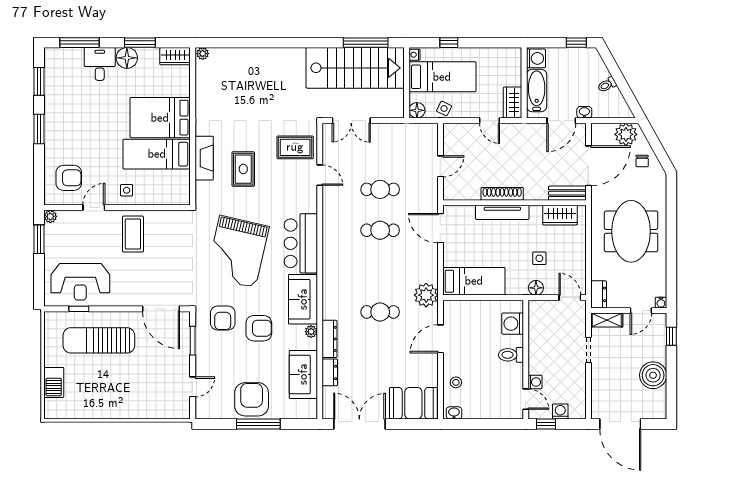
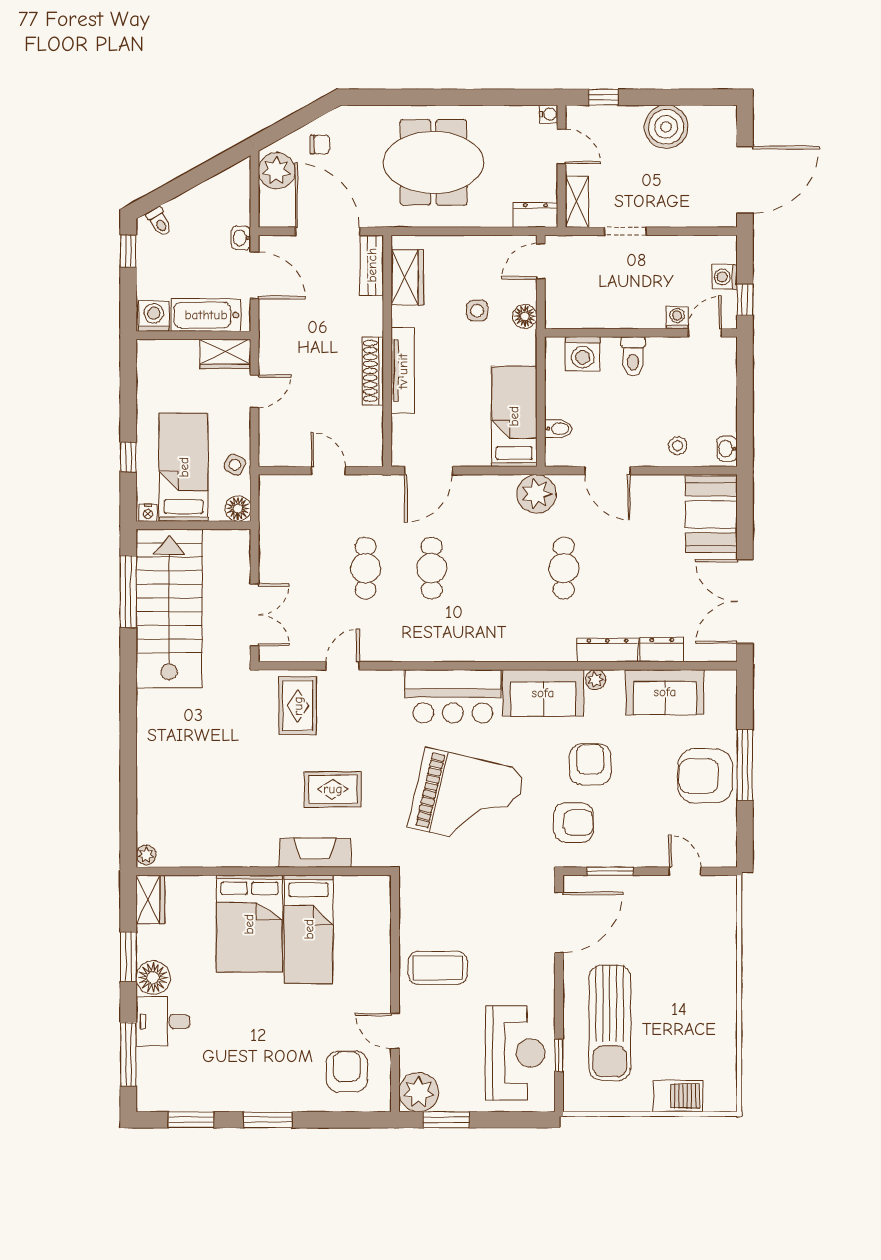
toilet: (607, 85) -> (159, 222), moved
side table: (127, 190) -> (367, 978), removed
plant: (50, 216) -> (419, 1092), width x1.88, depth x1.88
bidet: (466, 308) -> (558, 429), added

